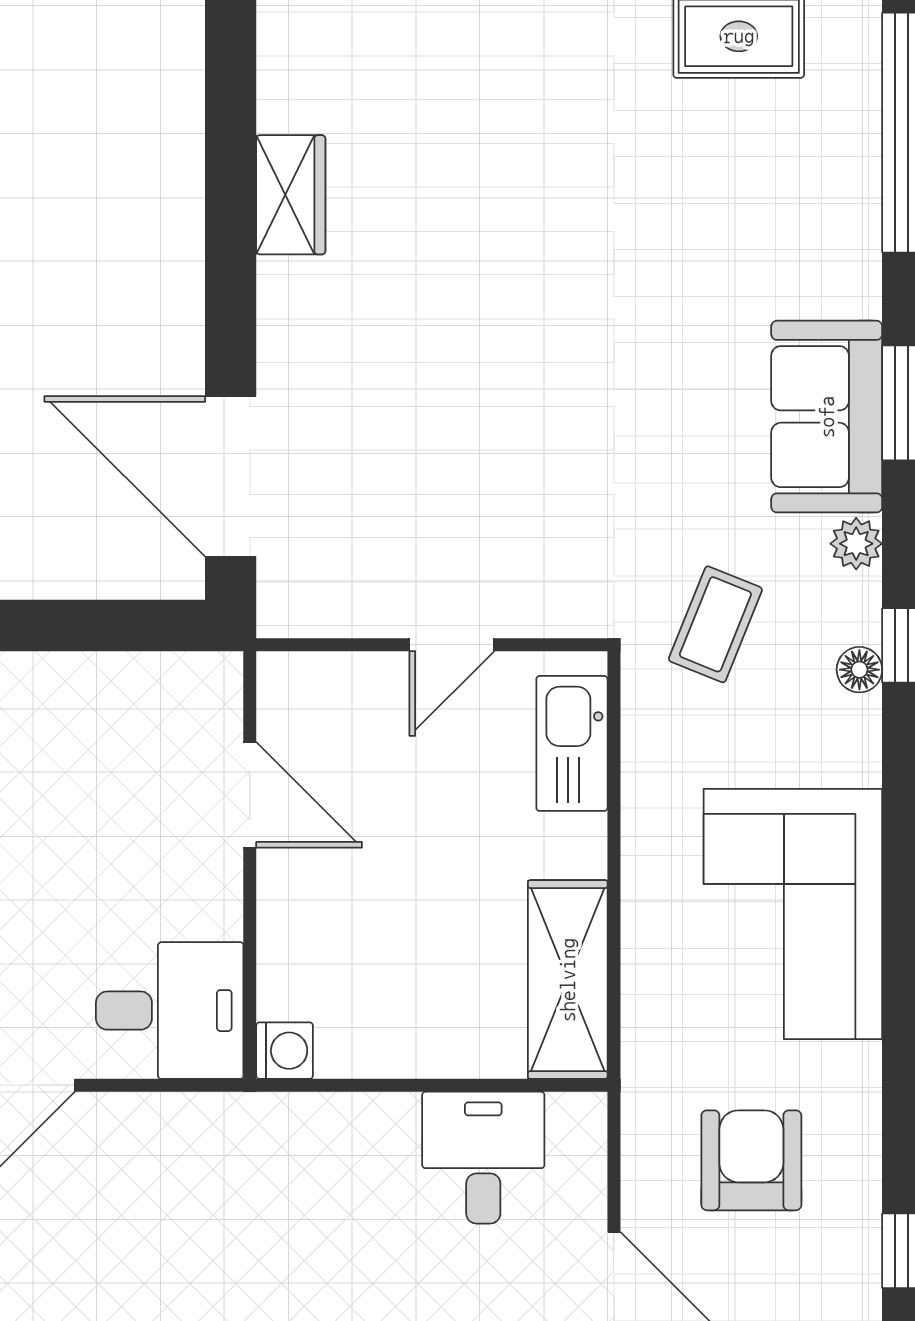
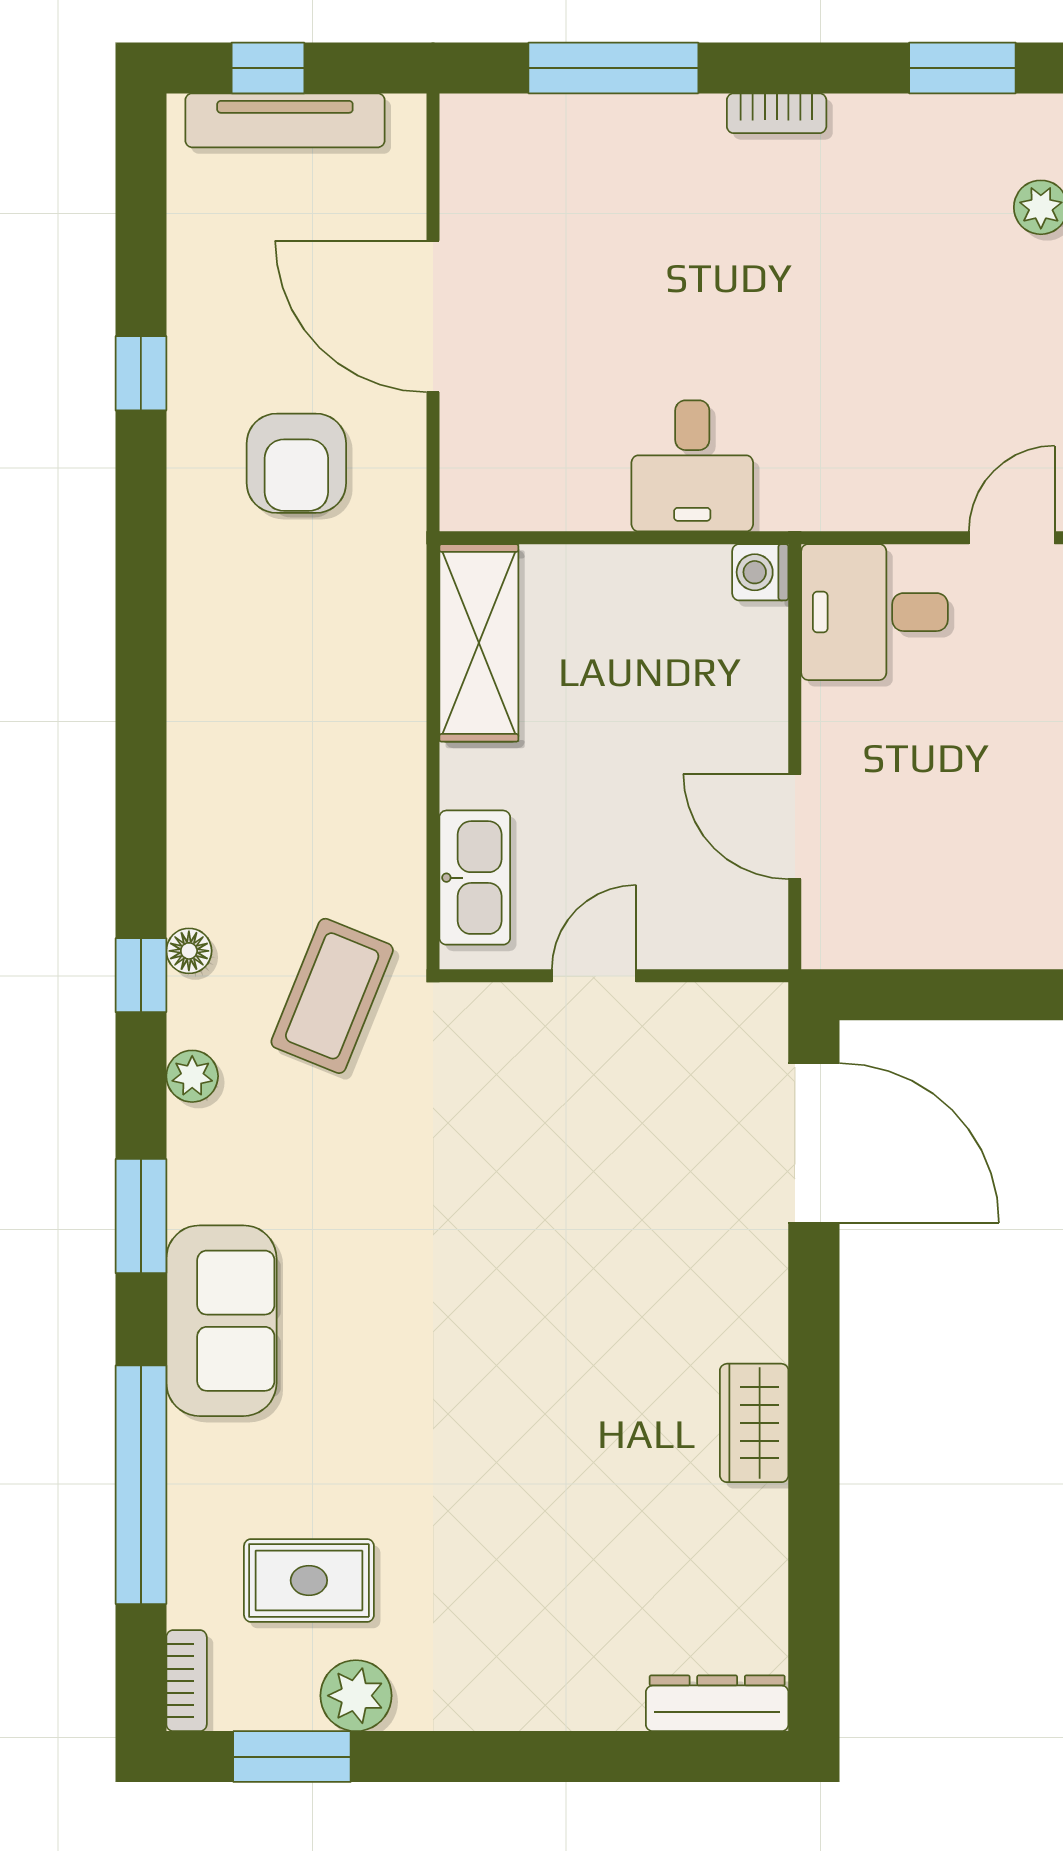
sofa: (827, 417) -> (221, 1321), moved
coffee table: (715, 624) -> (332, 996), width x1.36, depth x1.30
corner sofa: (793, 914) -> (255, 708), removed
desk: (483, 1158) -> (692, 466), moved

